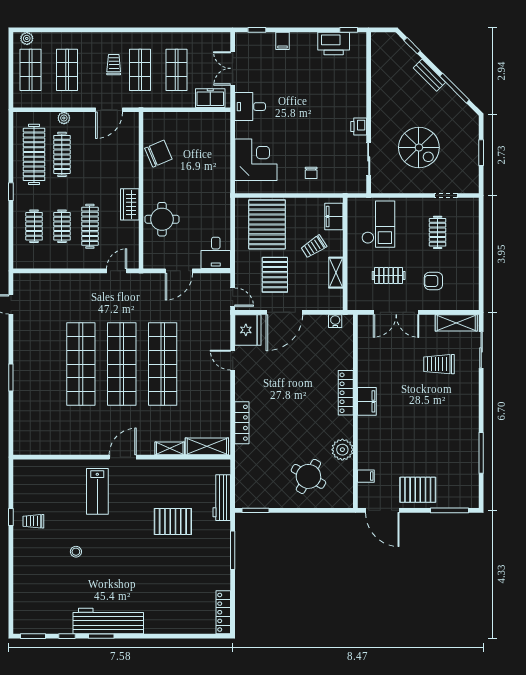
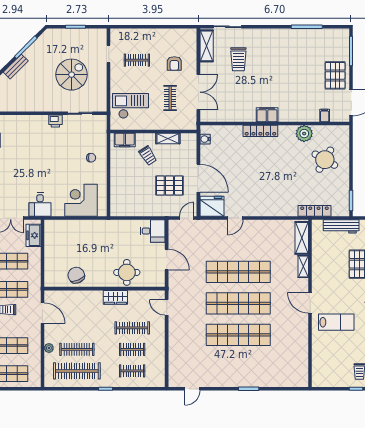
pallet: (267, 224) -> (131, 192), removed
locker: (242, 423) -> (314, 211), moved

